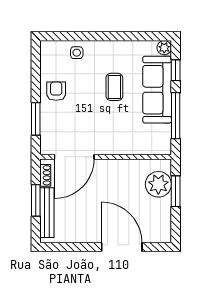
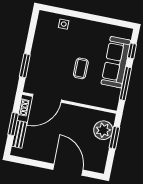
plant: (164, 48) -> (127, 33), removed
coffee table: (114, 87) -> (81, 68), moved
armchair: (56, 91) -> (43, 49), removed
bench: (47, 213) -> (19, 134), width x0.73

